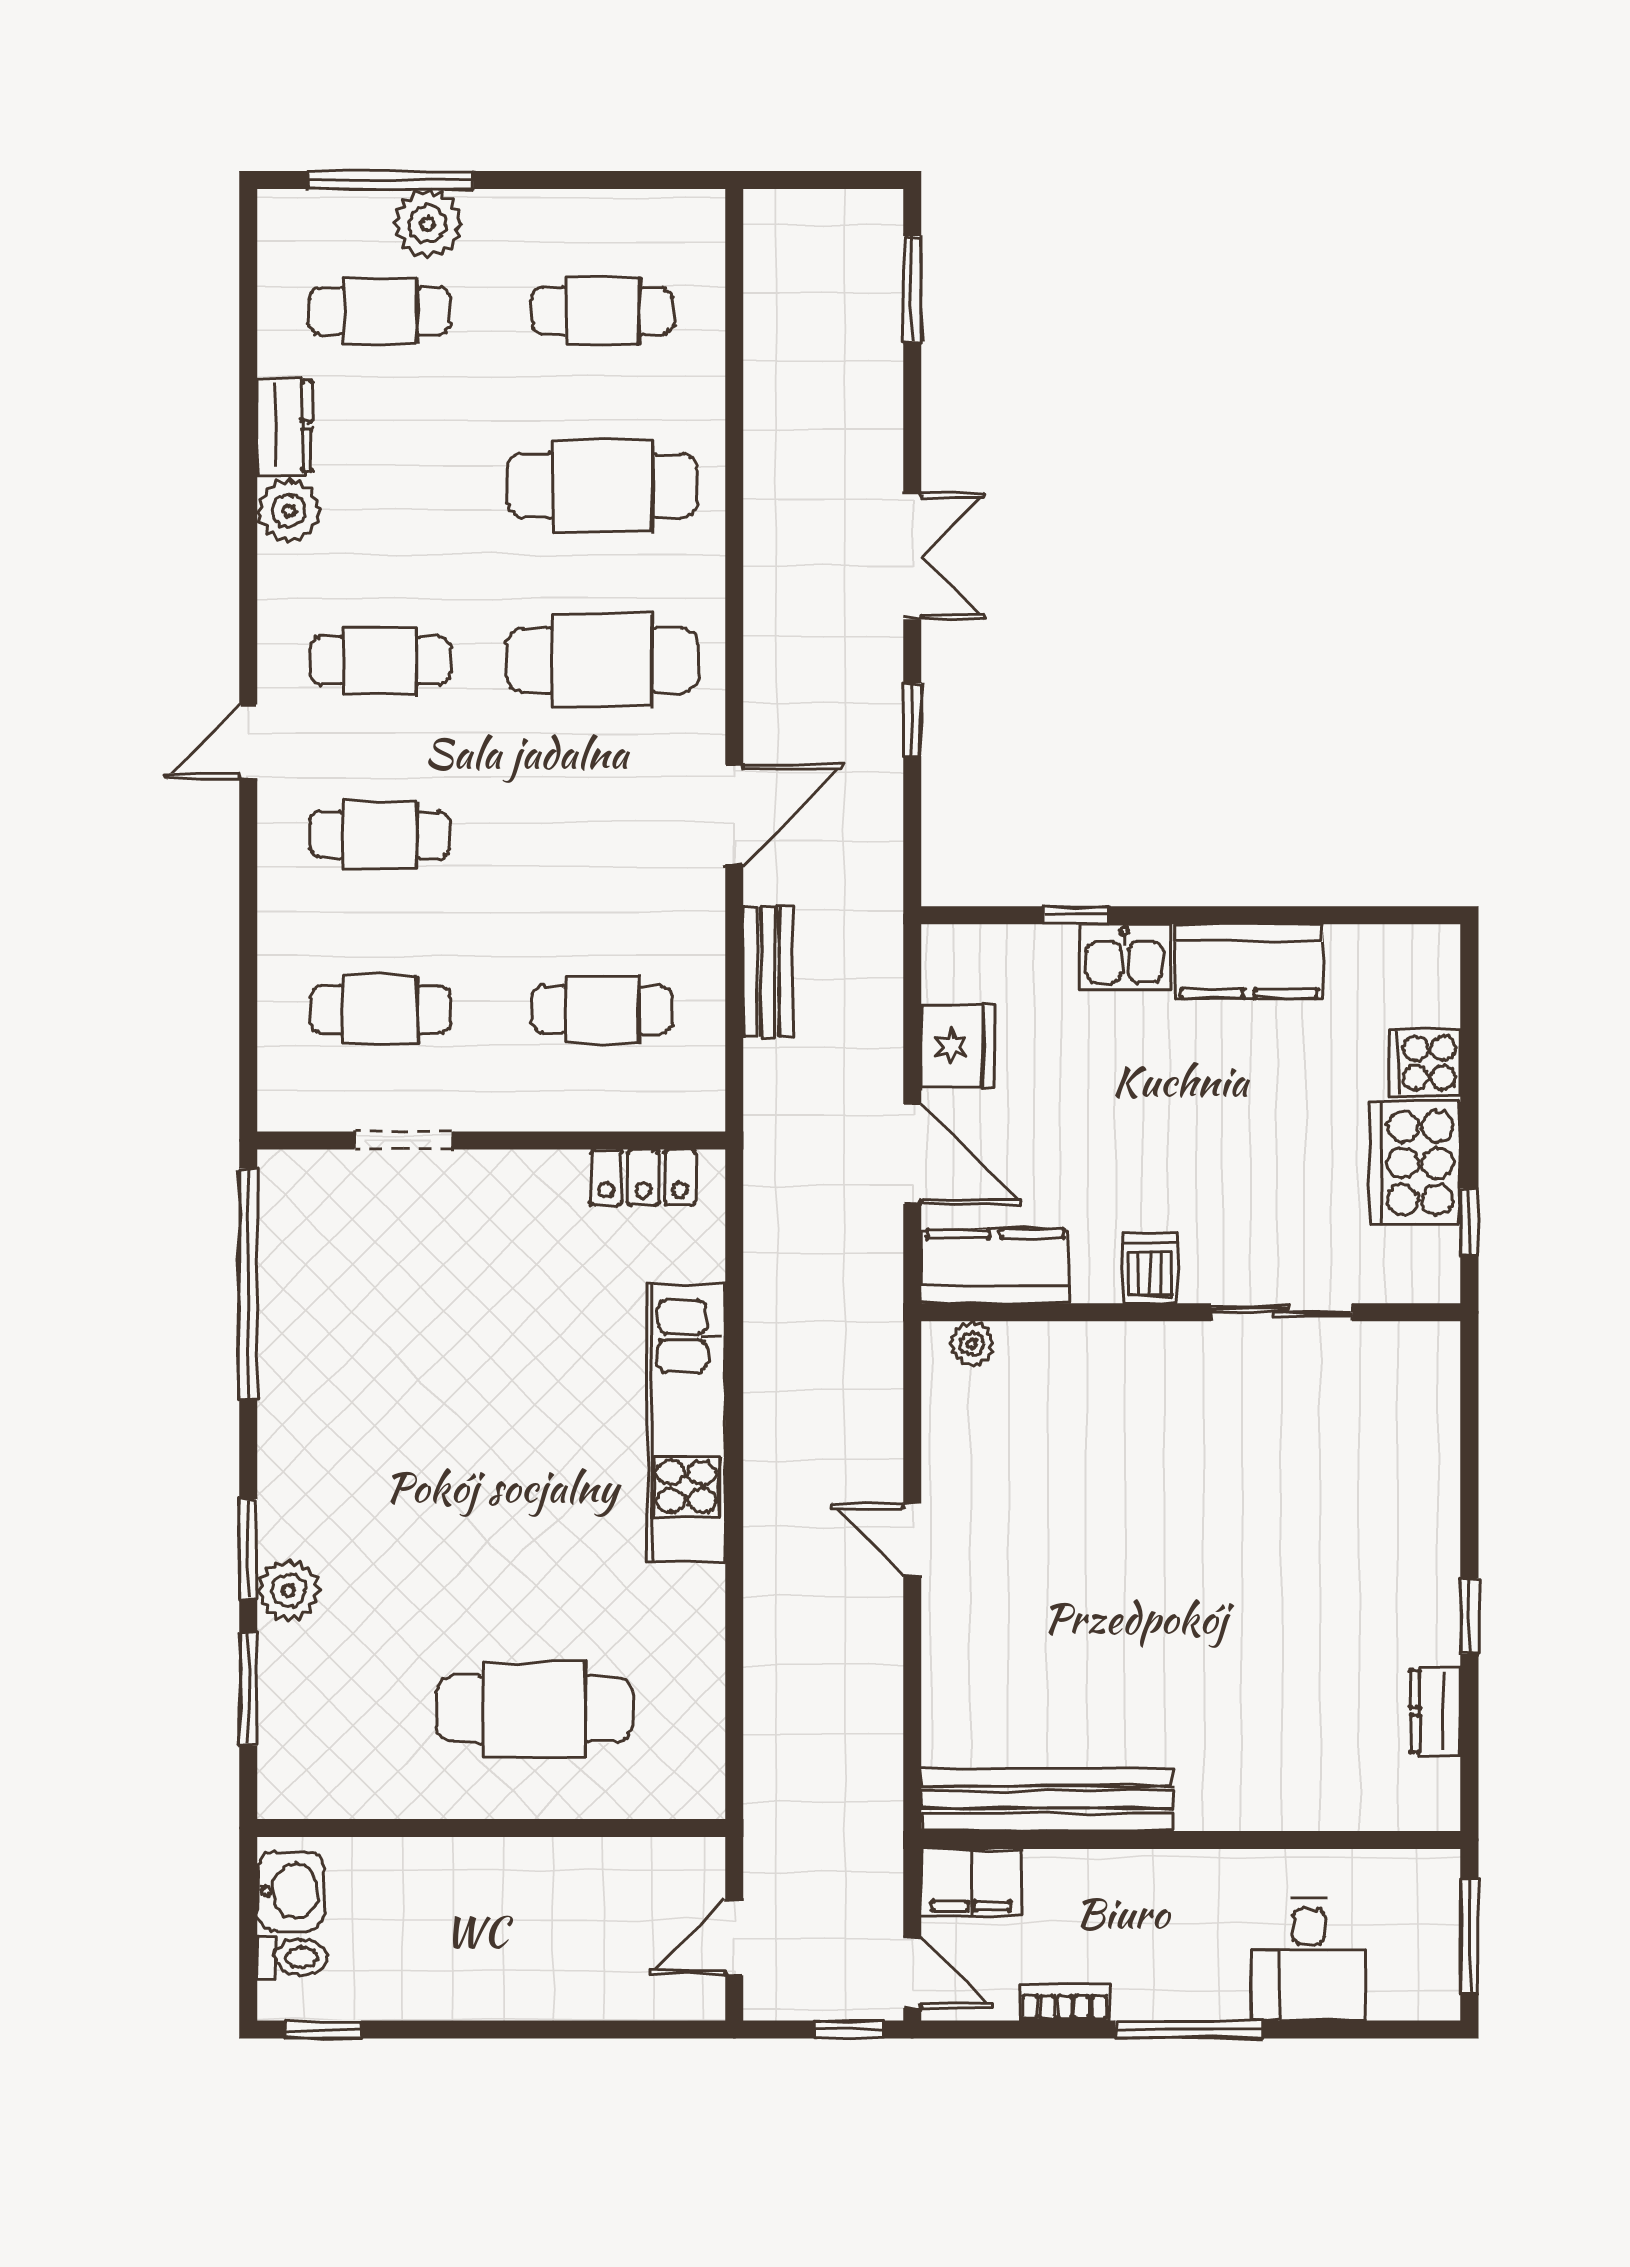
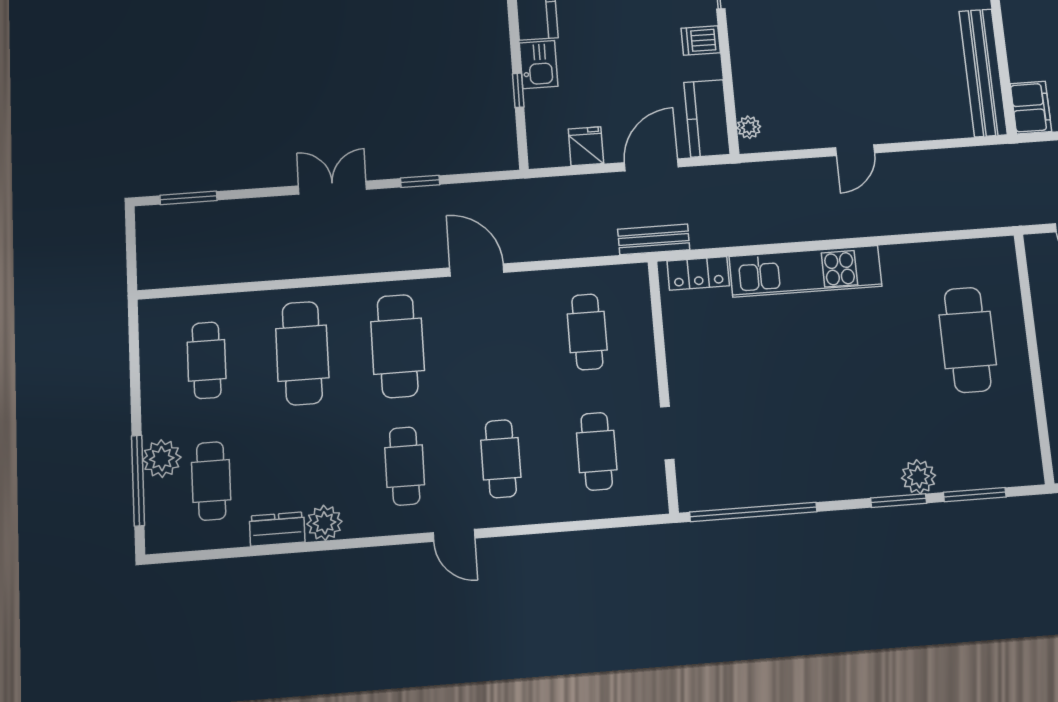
bench: (768, 972) -> (654, 239), moved
fridge: (957, 1046) -> (586, 146), width x0.72
locker: (643, 1177) -> (698, 273), moved, turned 90

